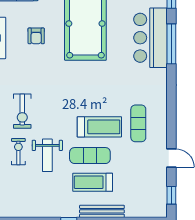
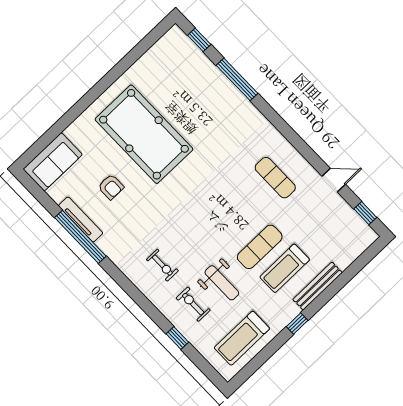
bar counter: (150, 38) -> (213, 92), removed
exercise bike: (22, 111) -> (162, 265), width x0.73, depth x0.72
treadmill: (99, 127) -> (242, 338), moved, turned 180

